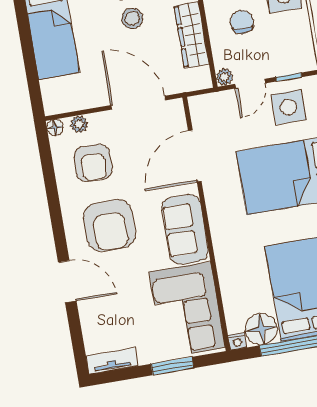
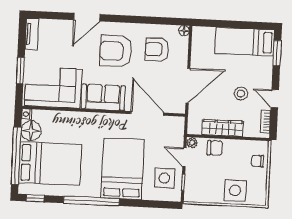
chair: (242, 22) -> (215, 148), moved
plant: (79, 124) -> (183, 46), removed

